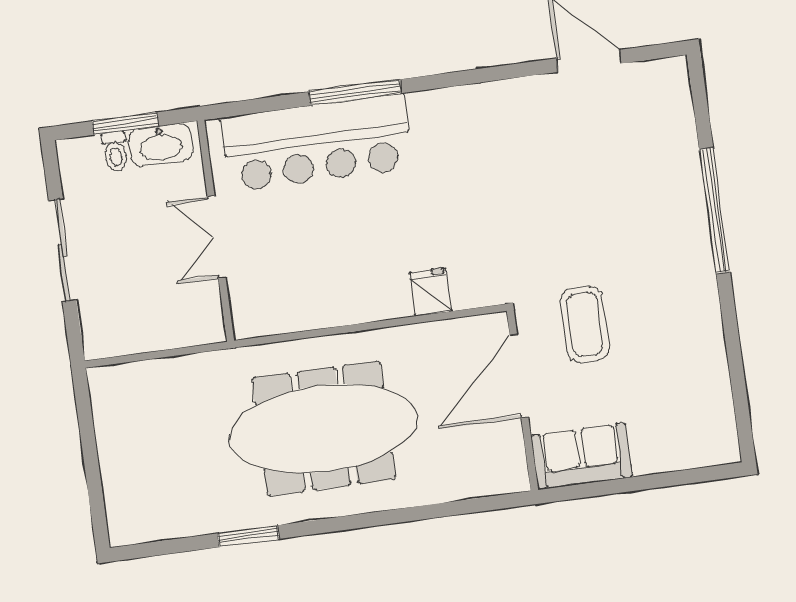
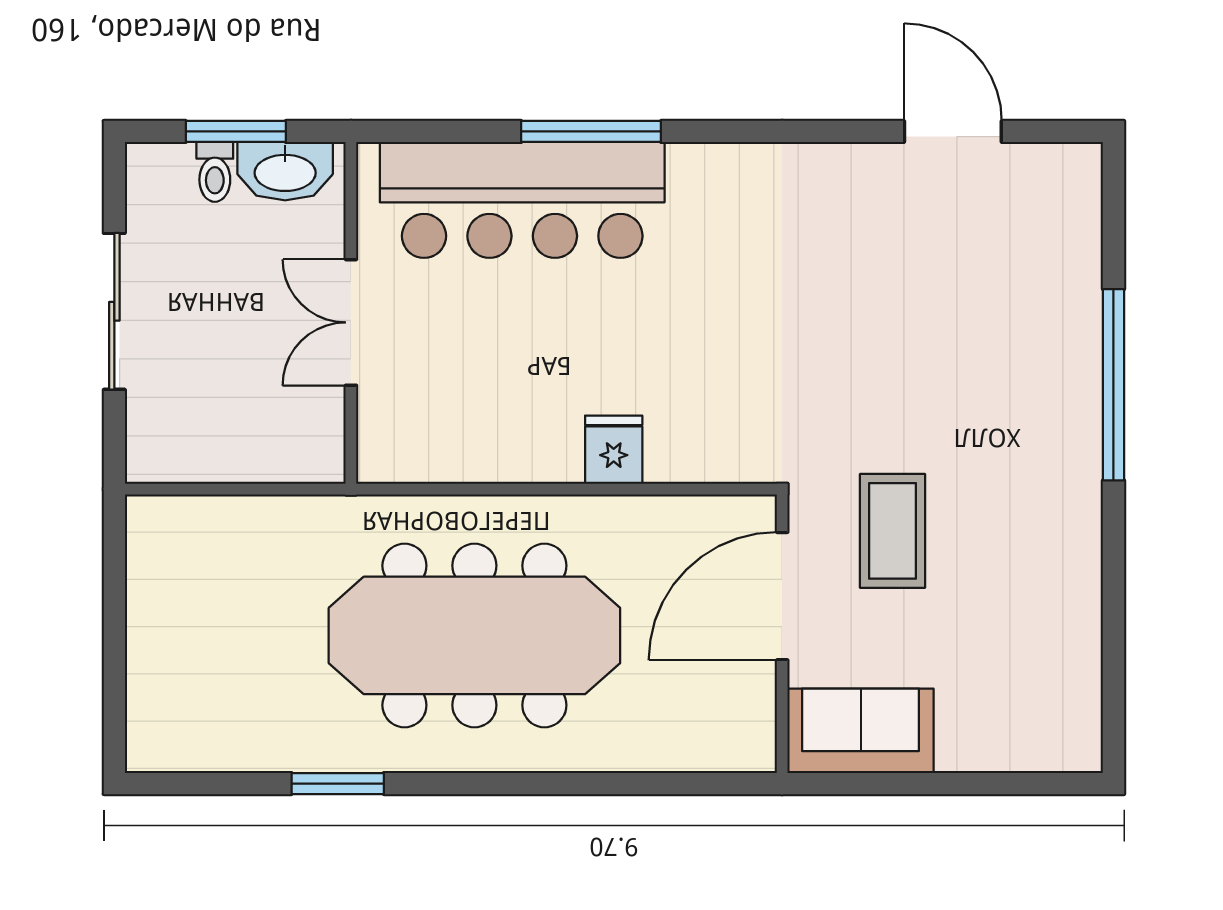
fridge: (430, 292) -> (614, 450), moved

